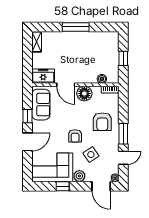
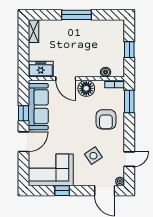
sofa: (41, 105) -> (38, 107), width x1.36
window: (123, 134) -> (129, 101), moved
armchair: (75, 136) -> (76, 135), removed
plant: (79, 176) -> (81, 179), removed

